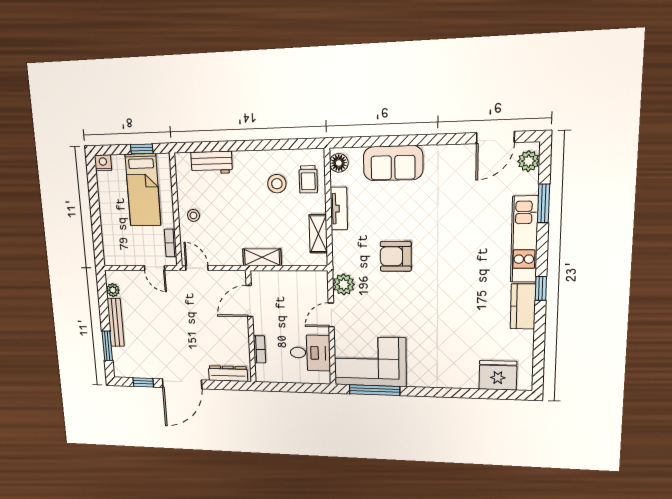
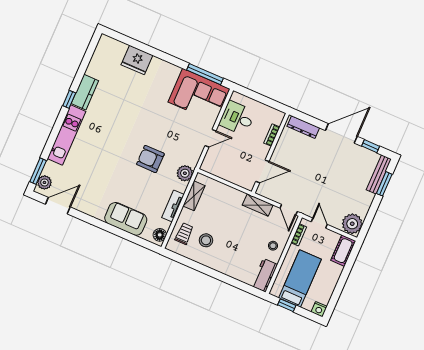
workbench: (212, 163) -> (264, 275), moved, turned -90
window: (544, 203) -> (38, 171), moved
cot: (112, 247) -> (343, 251), added
armchair: (396, 256) -> (150, 159), turned 180
shelving: (262, 257) -> (258, 205), moved
plant: (344, 284) -> (185, 173), moved
plant: (113, 290) -> (352, 224), width x1.88, depth x1.88
bench: (116, 322) -> (379, 174), moved
fridge: (498, 375) -> (137, 60), moved

